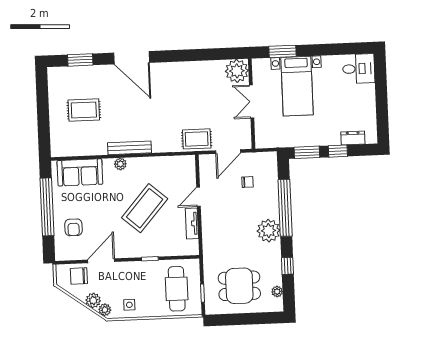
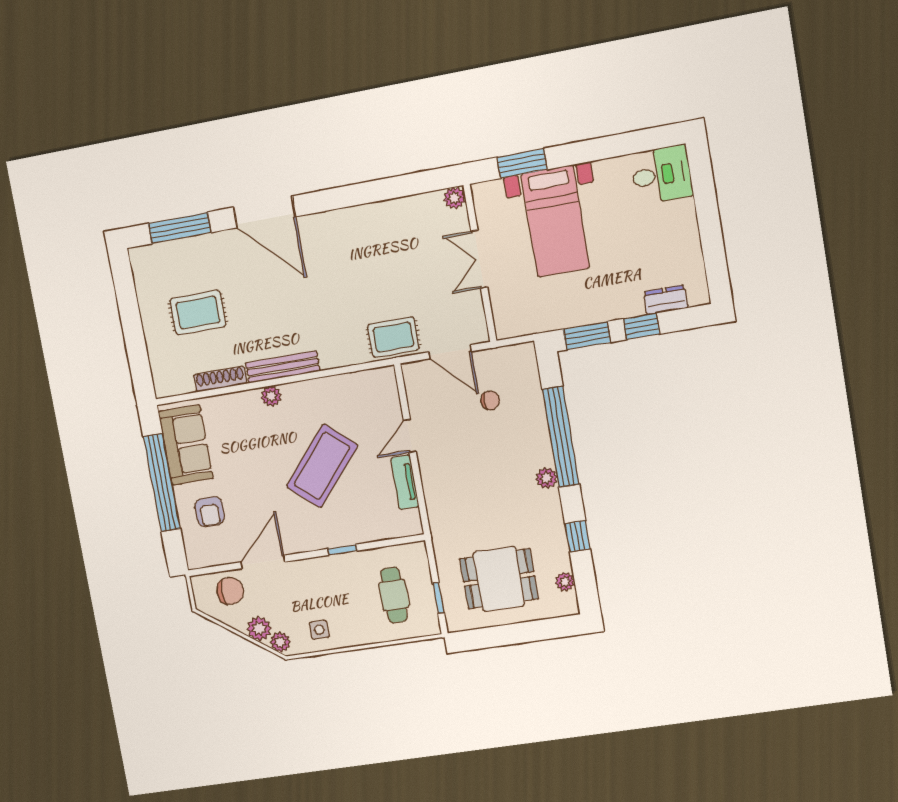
window: (80, 60) -> (180, 228), width x1.44
plant: (237, 71) -> (454, 198), width x0.53, depth x0.53
shoe rack: (91, 150) -> (220, 379), added
door: (228, 152) -> (450, 352), hinge flipped
sofa: (80, 172) -> (186, 445), moved, turned -90
plant: (269, 231) -> (546, 478), width x0.53, depth x0.53
chair: (79, 276) -> (230, 591), turned 180
cafe table: (177, 289) -> (394, 595), width x0.73, depth x0.74

